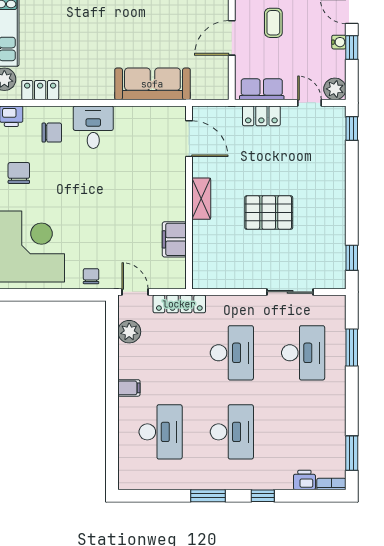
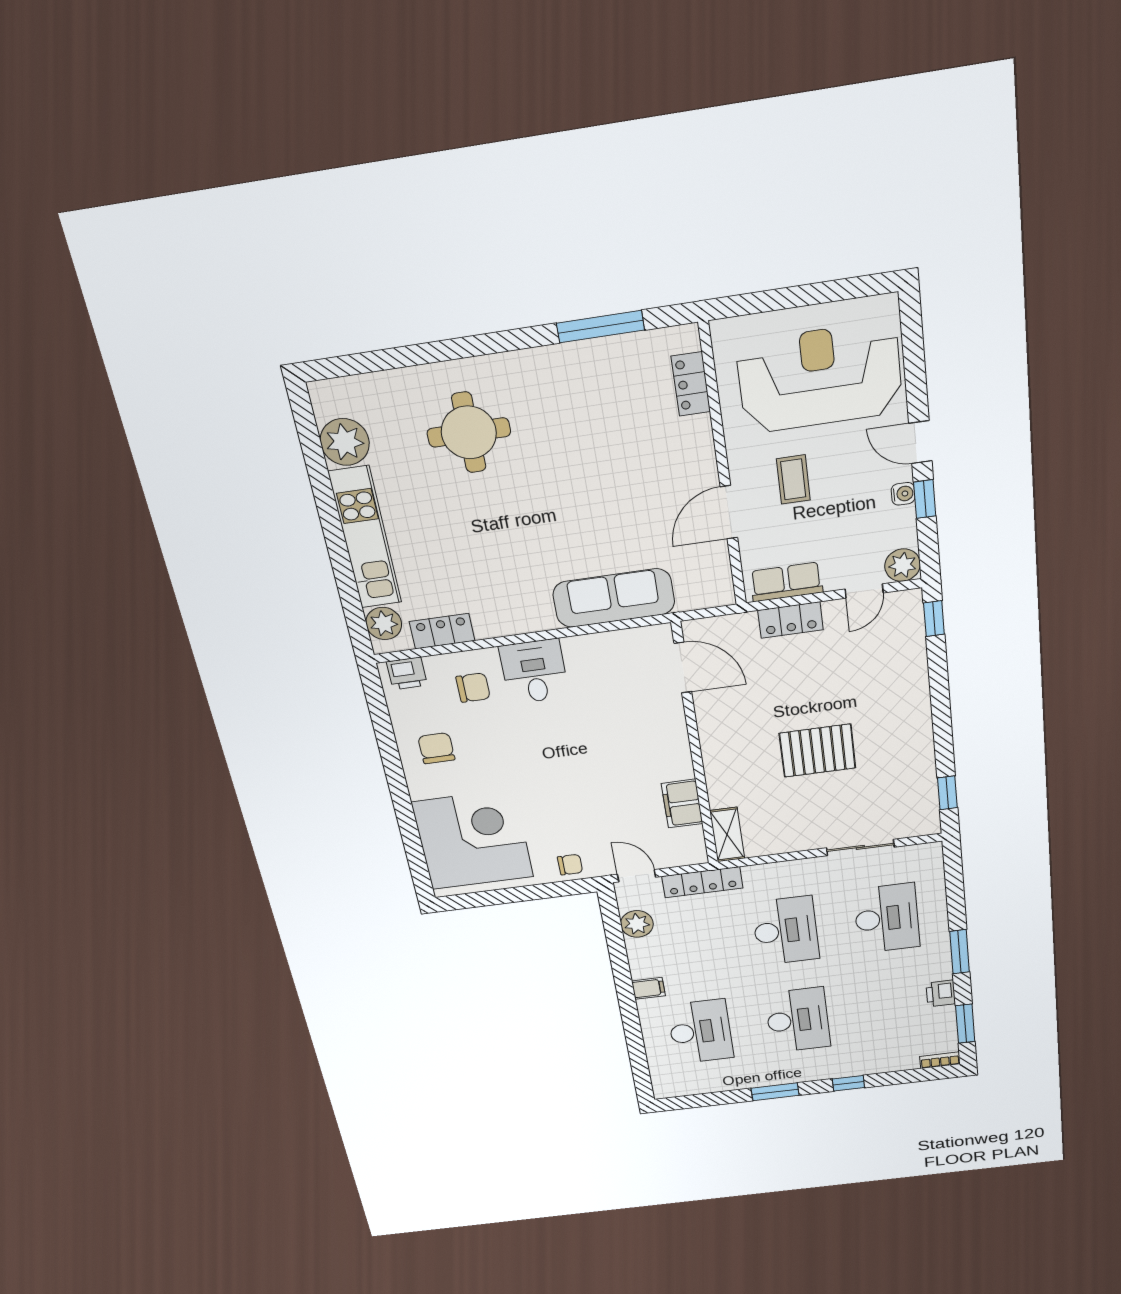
door: (309, 103) -> (864, 591), swing flipped
shelving: (201, 199) -> (727, 835), moved
chair: (91, 276) -> (570, 865), turned 90
window: (352, 347) -> (960, 952), moved
printer: (304, 480) -> (941, 993), moved, turned -90

